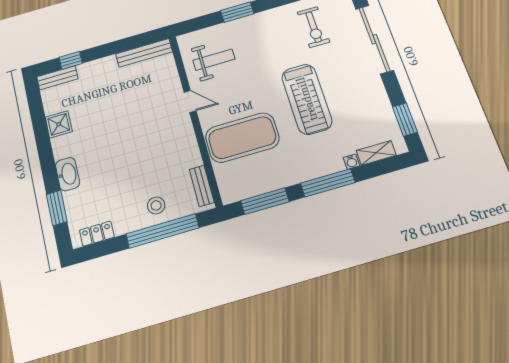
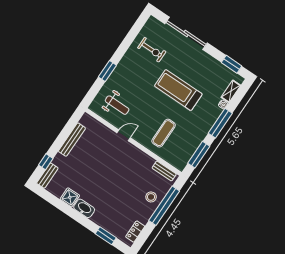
bench: (144, 53) -> (72, 140), moved
weight bench: (214, 60) -> (117, 105), turned 90
treadmill: (307, 99) -> (178, 90), turned 180
exercise mat: (242, 138) -> (164, 133), width x0.50, depth x0.69
washbasin: (68, 174) -> (84, 208), moved

